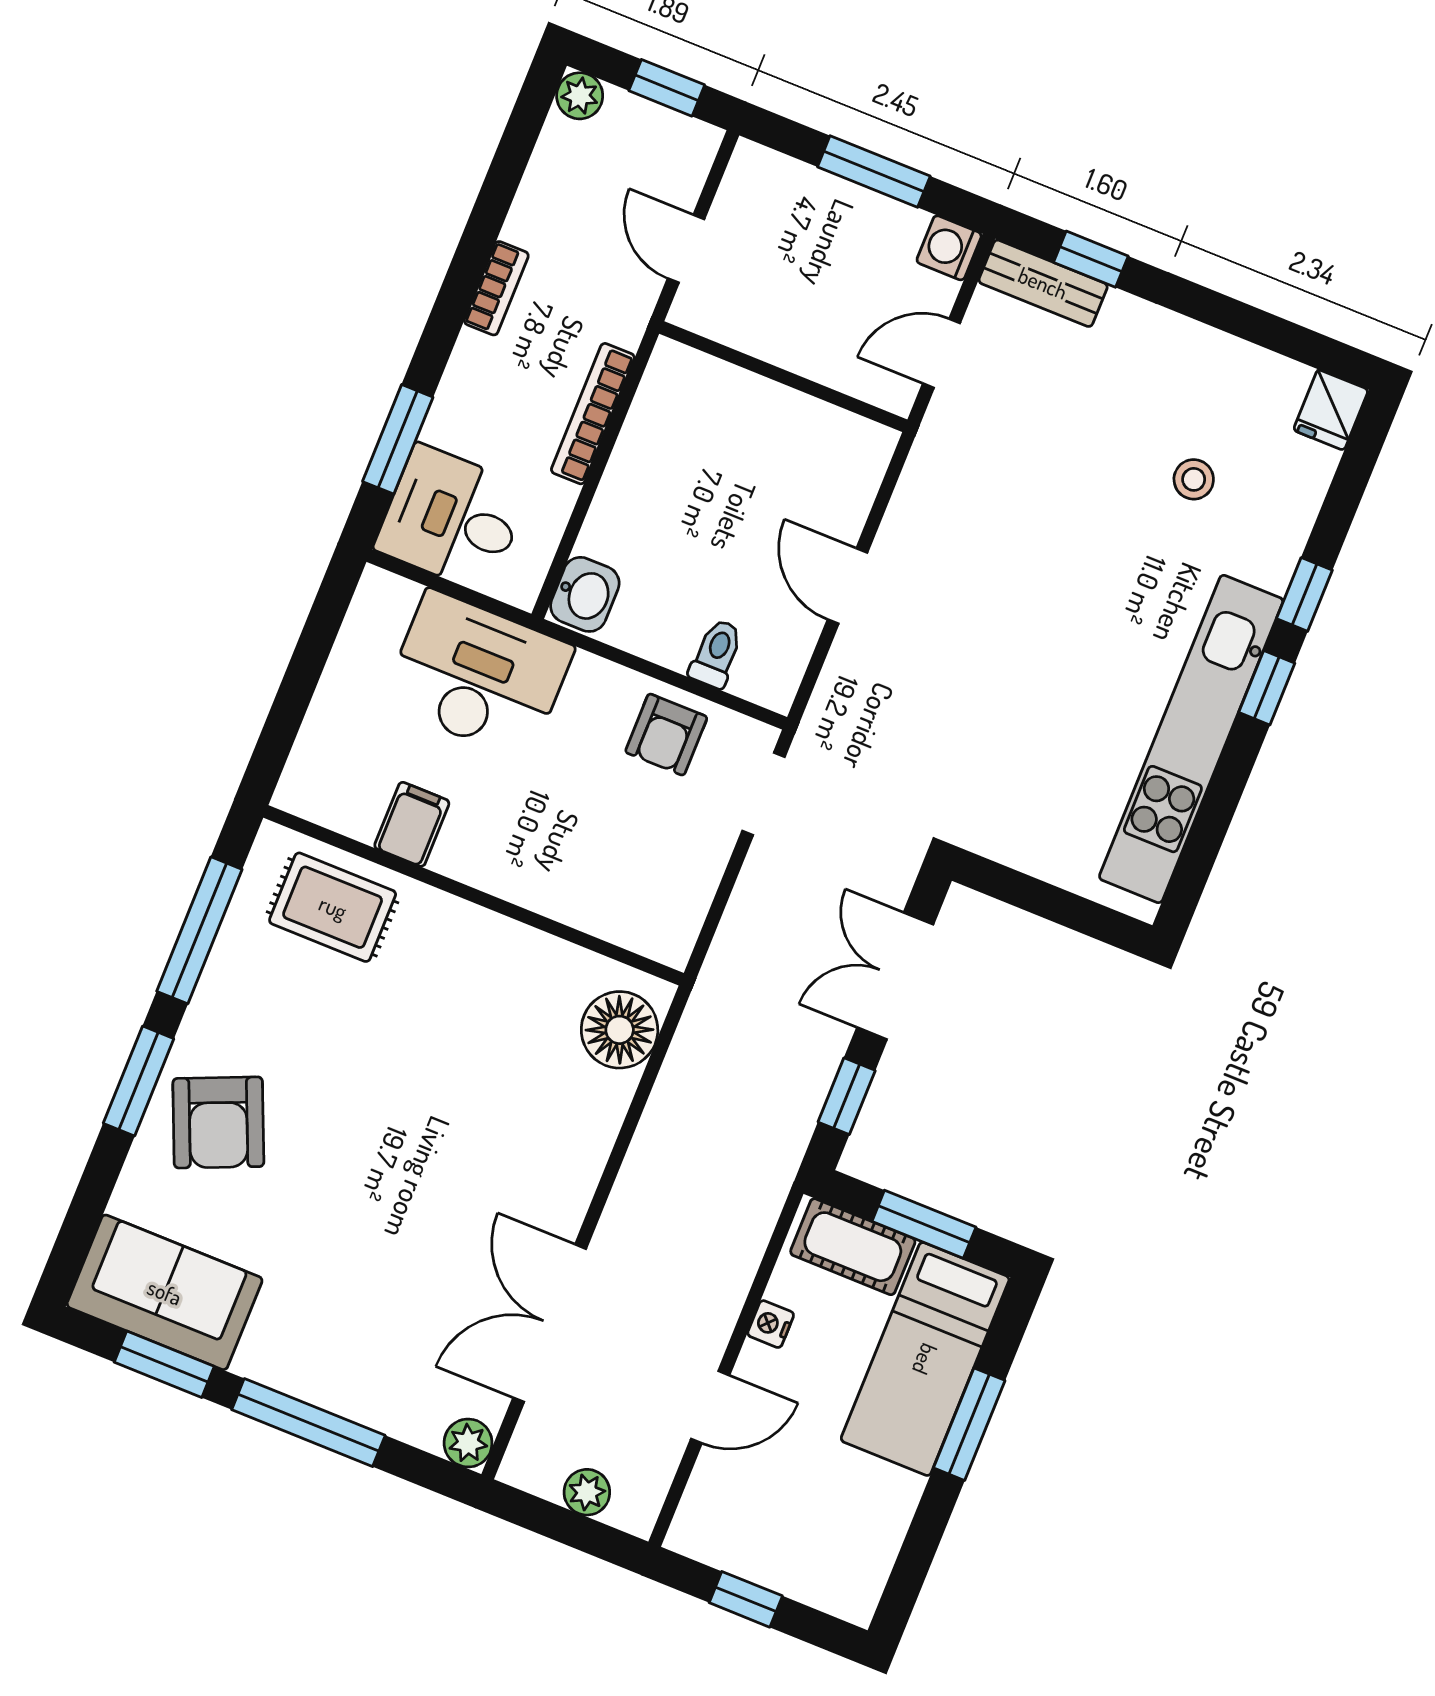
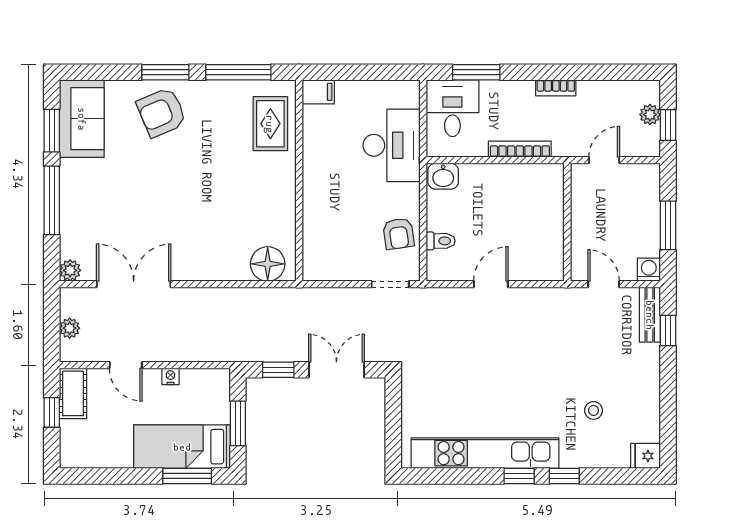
plant: (580, 96) -> (650, 115), moved
armchair: (666, 735) -> (398, 234), turned -98
filing cabinet: (412, 824) -> (318, 92), moved
cot: (853, 1247) -> (73, 393), moved
window: (969, 1424) -> (187, 476), moved

